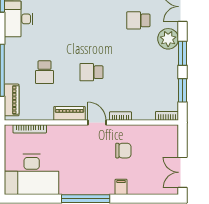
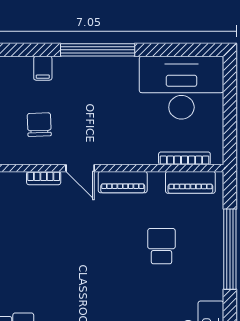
school desk: (91, 72) -> (89, 246), removed
piano: (12, 100) -> (190, 182), moved, turned -90
chair: (123, 151) -> (39, 125), turned 88

